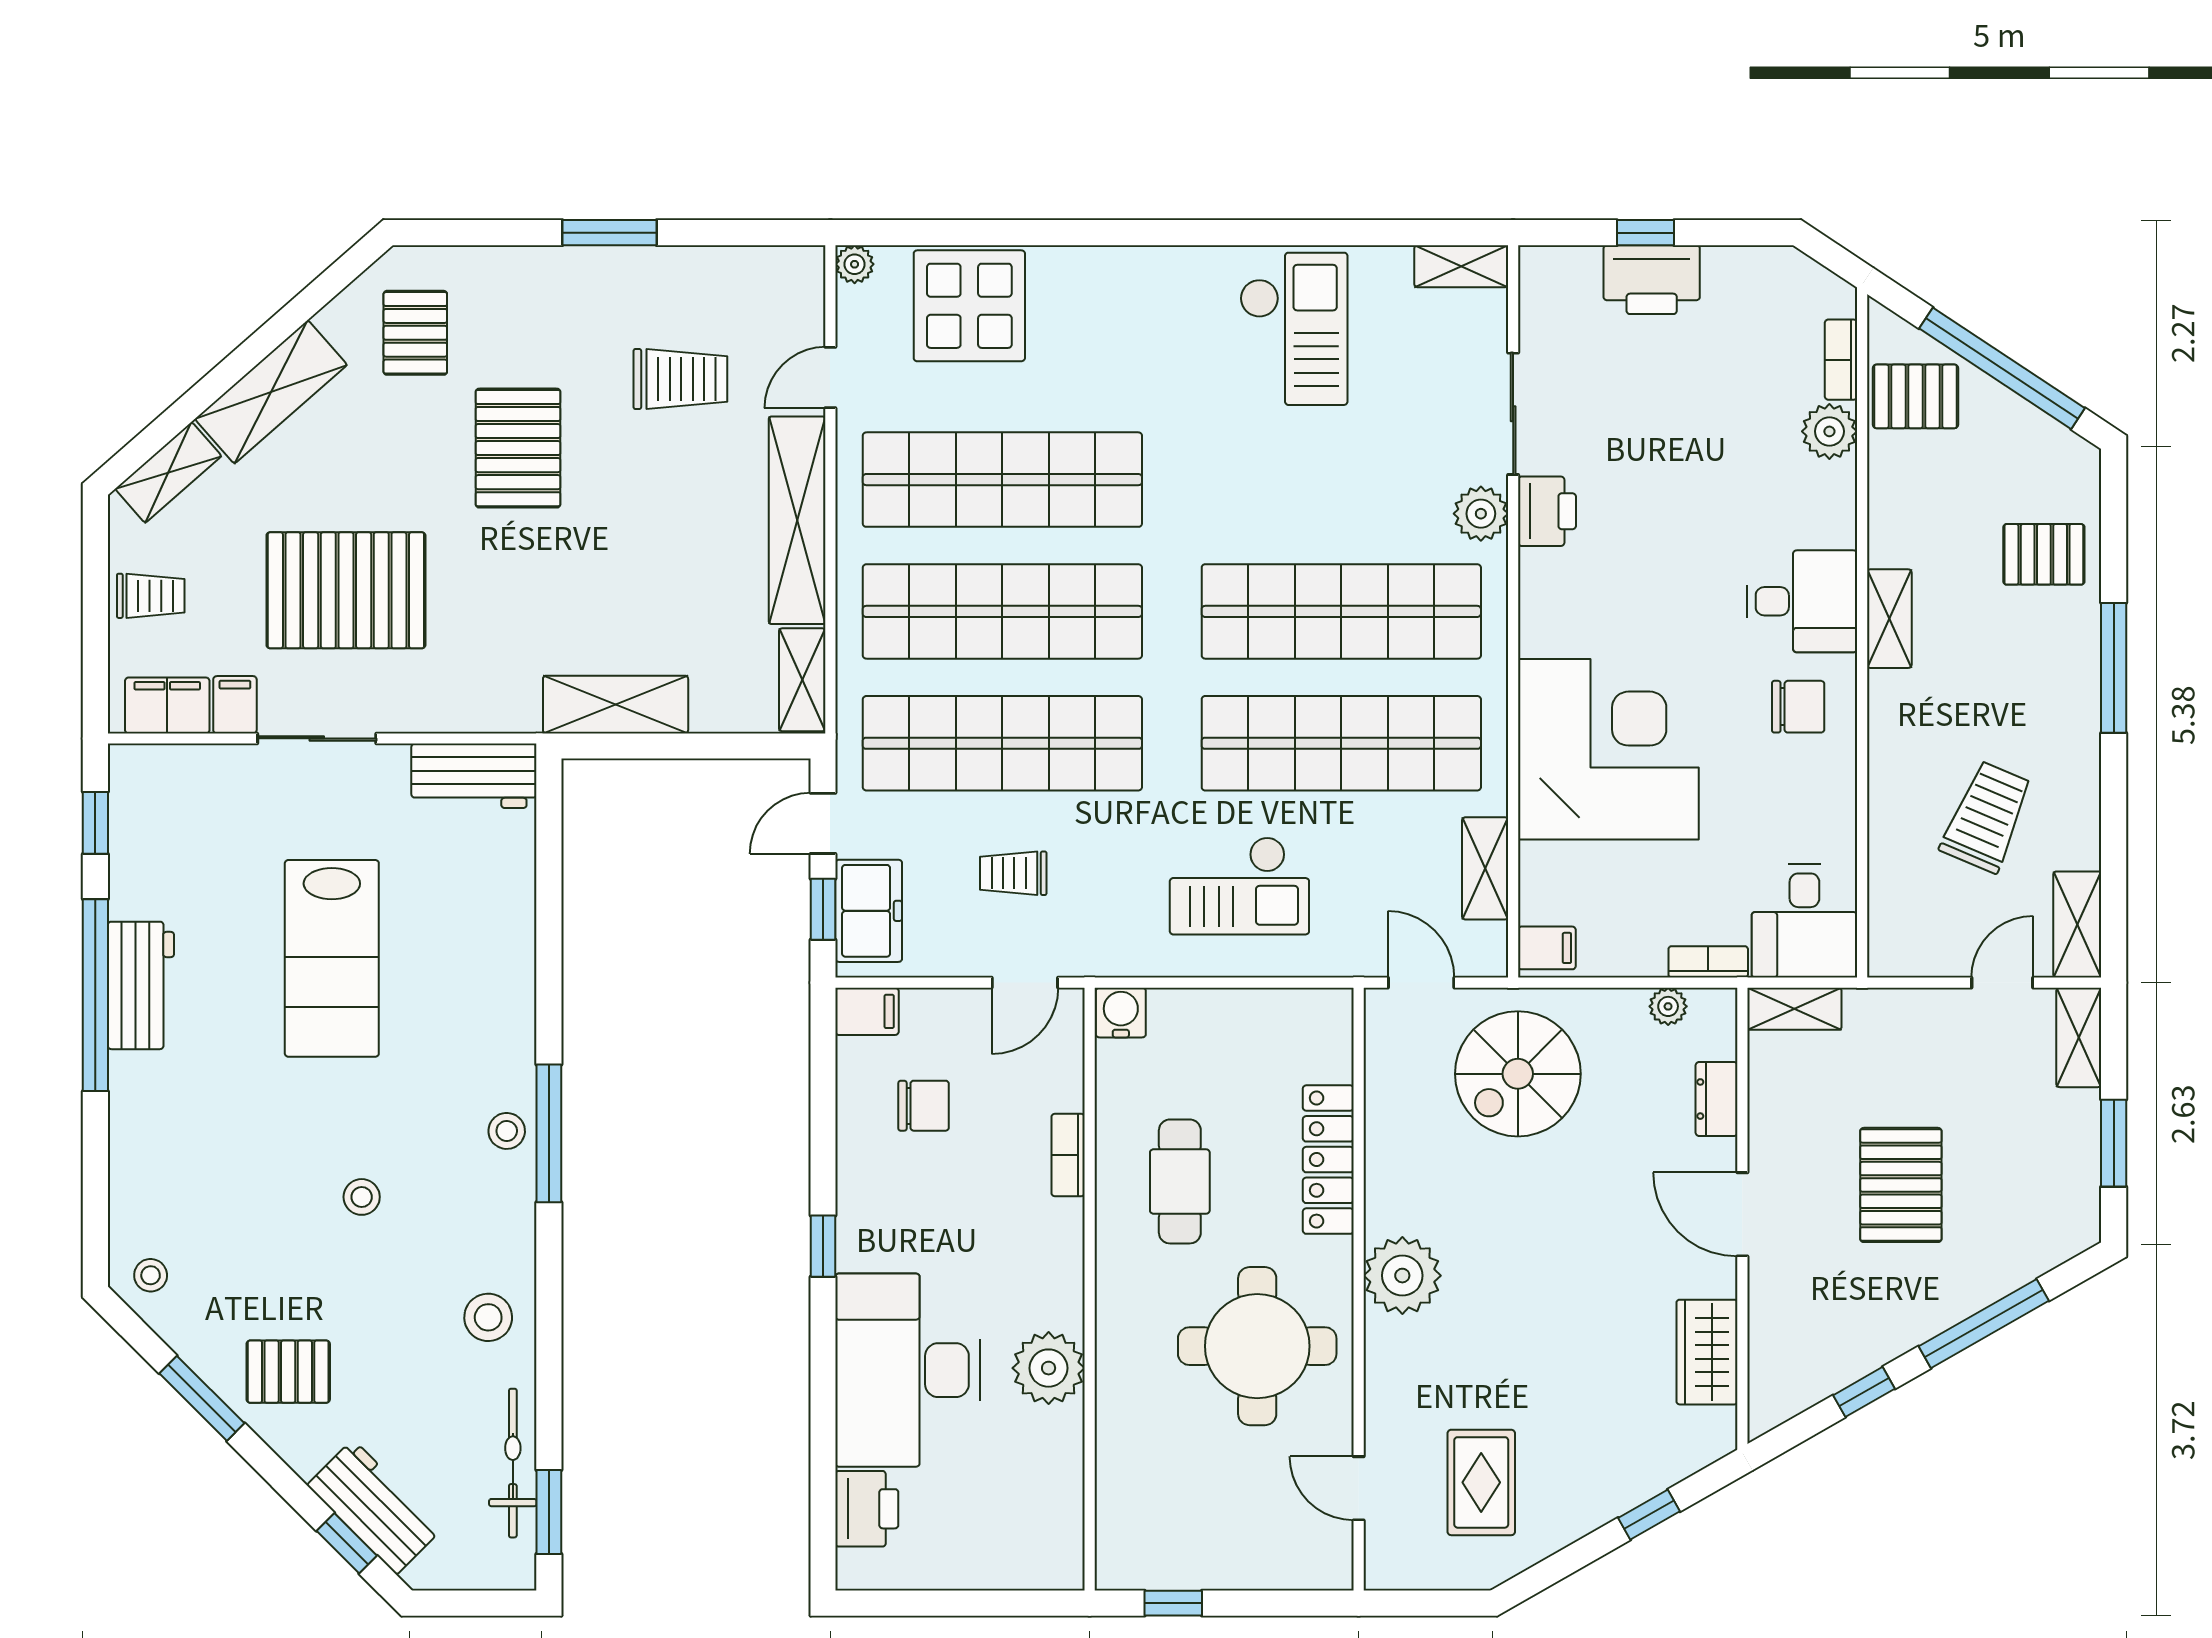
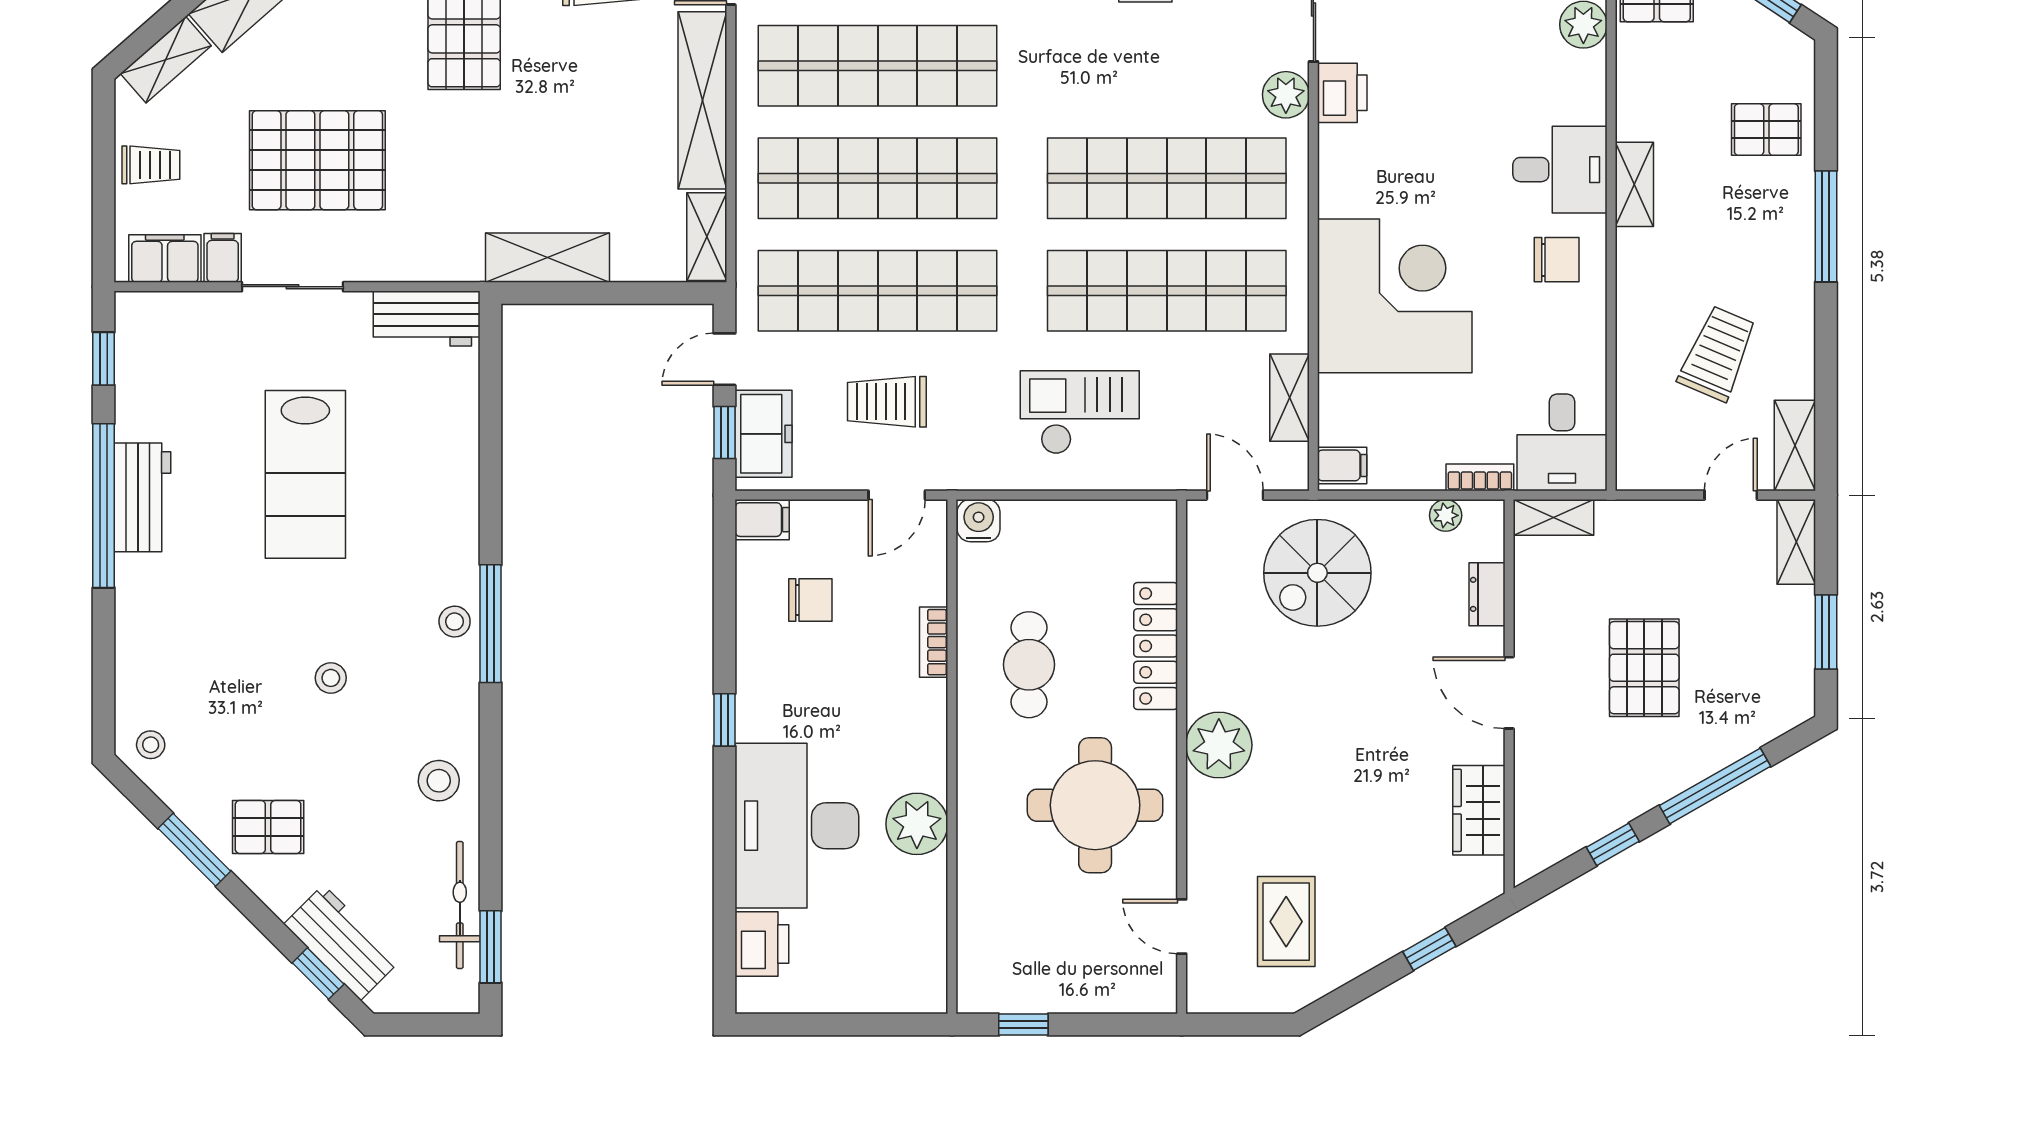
trolley: (1013, 873) -> (887, 402), width x1.36, depth x1.39
checkout: (1239, 886) -> (1080, 412), turned 180

